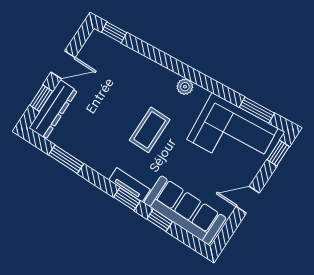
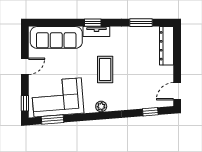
window: (114, 32) -> (150, 112), moved
door: (63, 65) -> (177, 91), moved
window: (41, 98) -> (177, 48), removed
window: (160, 220) -> (67, 23), removed

